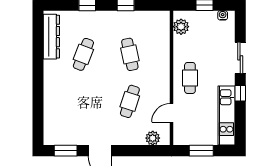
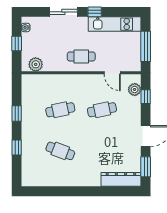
dresser: (51, 37) -> (121, 179), moved
cafe table: (130, 101) -> (102, 110), turned -30
window: (145, 151) -> (146, 97), added
window: (201, 151) -> (146, 46), width x1.44

